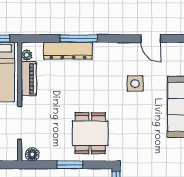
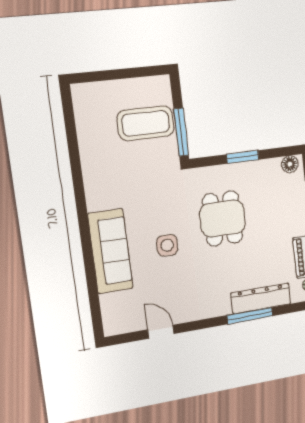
side table: (135, 84) -> (167, 245), moved
dining table: (90, 133) -> (223, 218), moved

